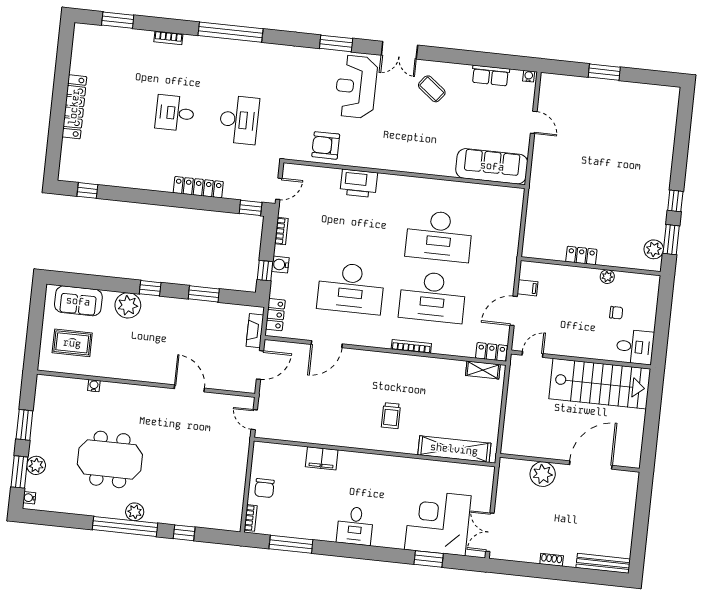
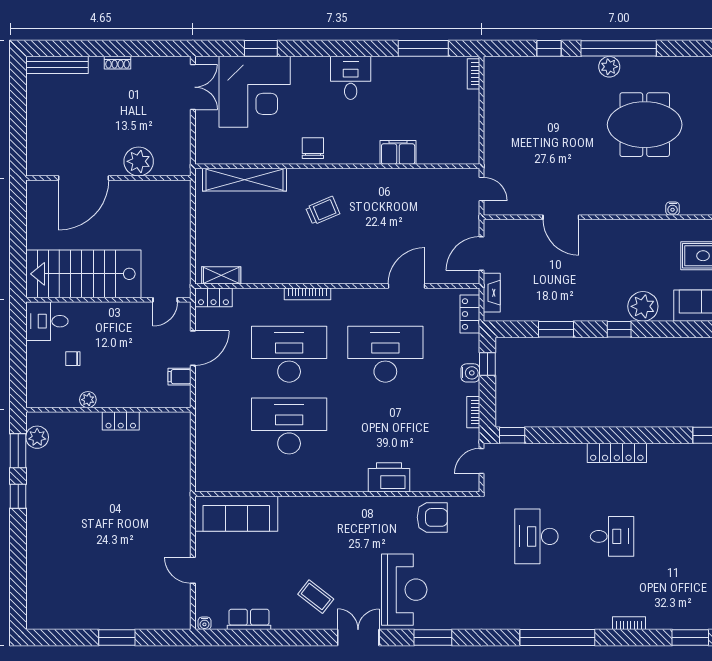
locker: (198, 187) -> (617, 453), moved
trolley: (391, 416) -> (323, 211), turned 67
chair: (264, 488) -> (313, 148), moved

